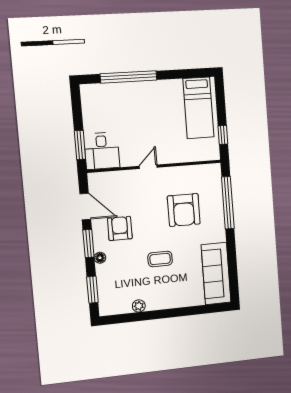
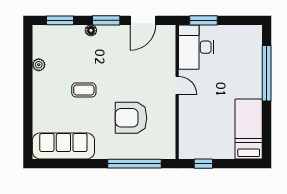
bed: (198, 108) -> (249, 129), moved, turned 90
desk: (102, 151) -> (196, 47), width x1.37
armchair: (120, 228) -> (118, 52), removed
coffee table: (160, 259) -> (84, 90), turned 90

